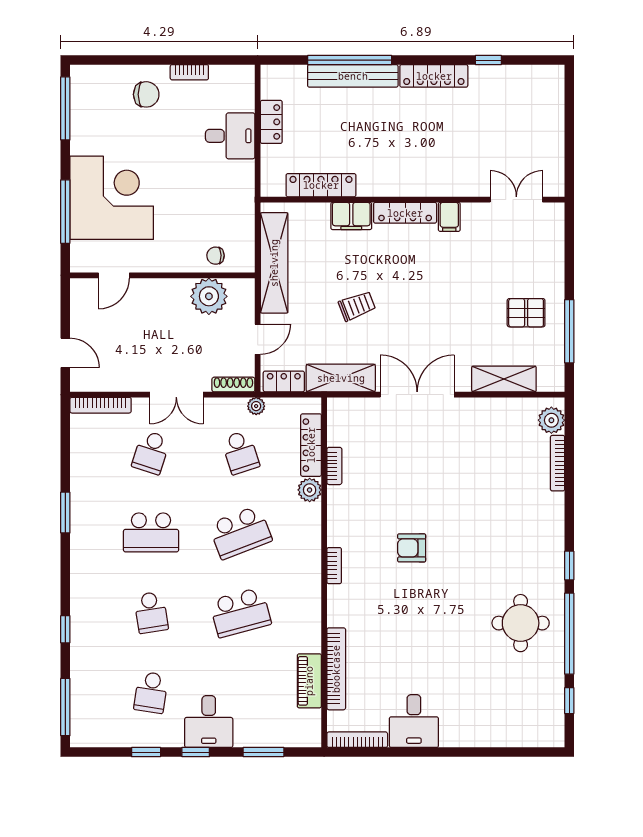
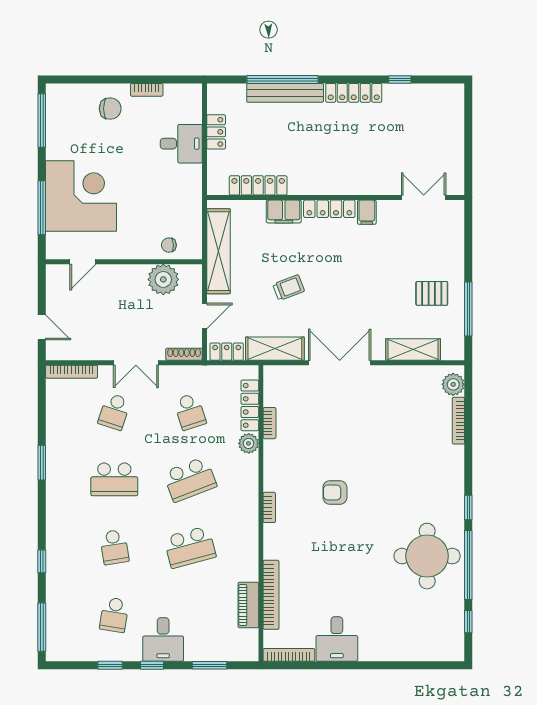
plant: (256, 406) -> (203, 372), removed
round table: (521, 623) -> (427, 556), width x1.36, depth x1.36

